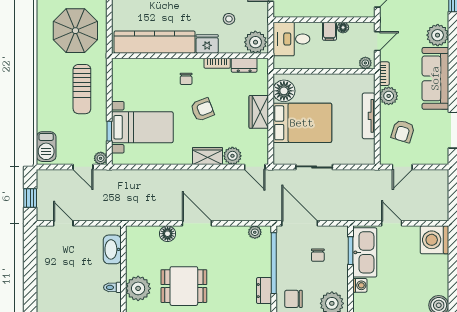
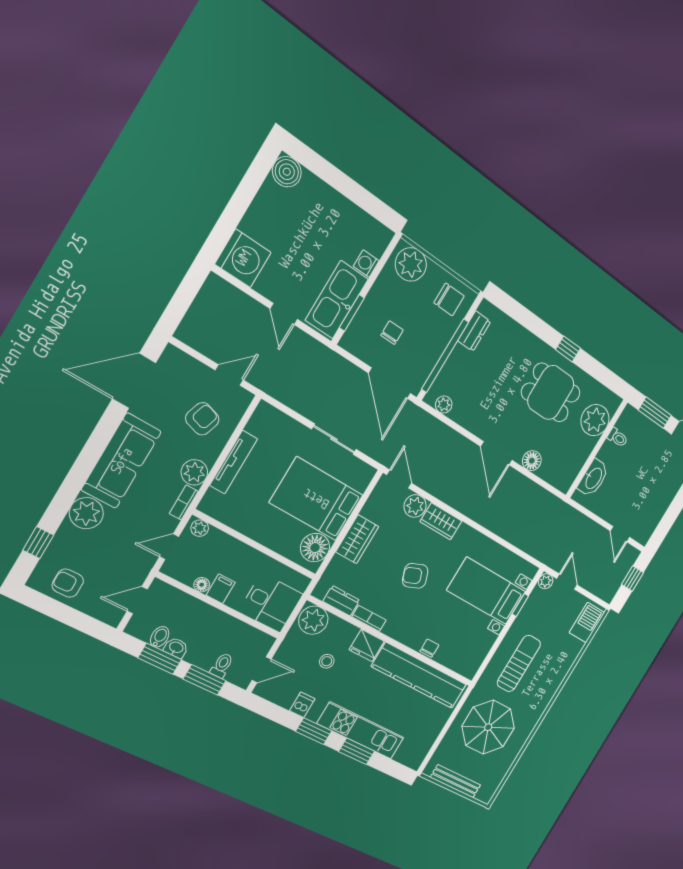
chair: (186, 79) -> (429, 648), moved

